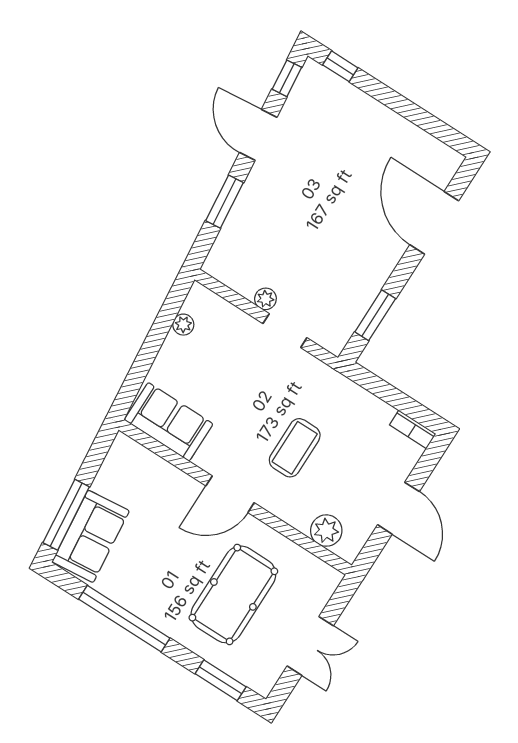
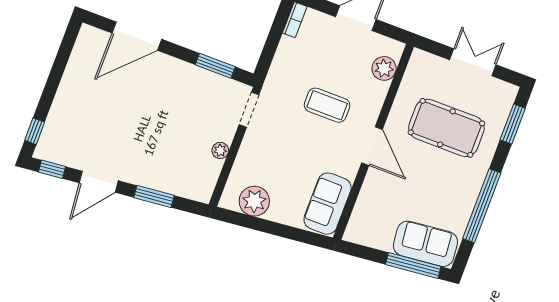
plant: (183, 325) -> (254, 201), width x1.87, depth x1.87
doorway: (285, 331) -> (249, 110), moved

